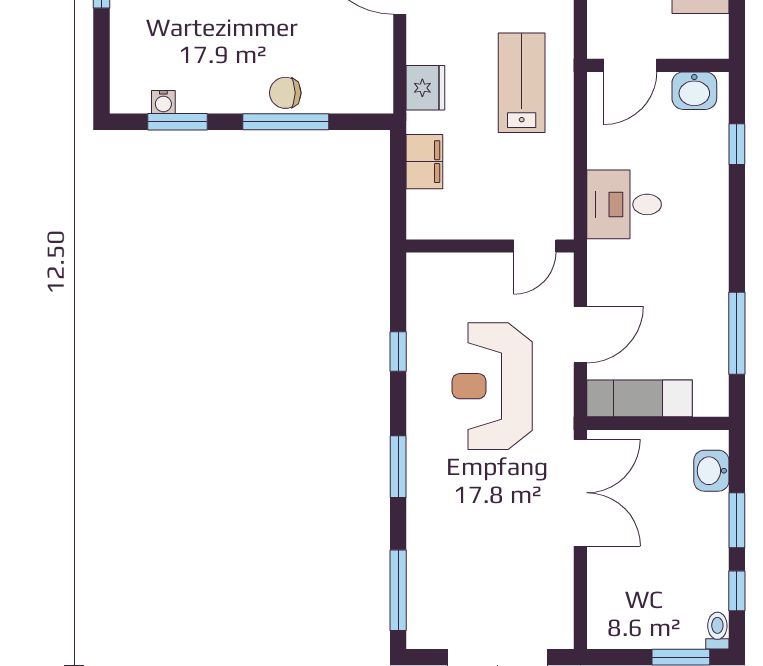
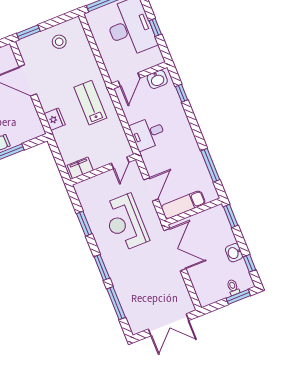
filing cabinet: (424, 162) -> (80, 168), moved, turned -90
window: (398, 351) -> (84, 224), width x1.50
washbasin: (711, 471) -> (234, 253), moved
window: (737, 520) -> (231, 216), moved
window: (398, 590) -> (116, 303), moved
toilet: (717, 631) -> (233, 287), moved

